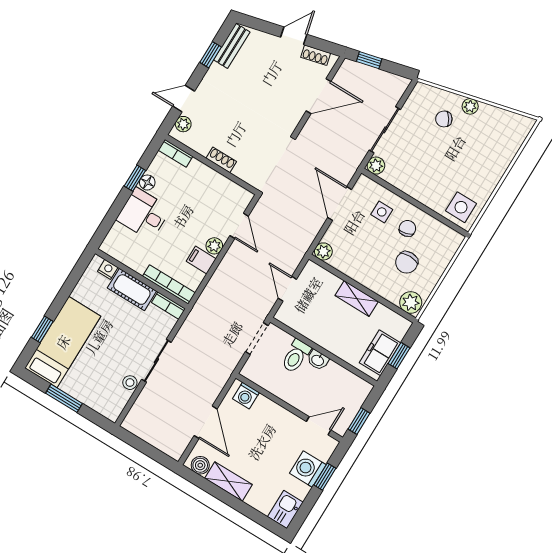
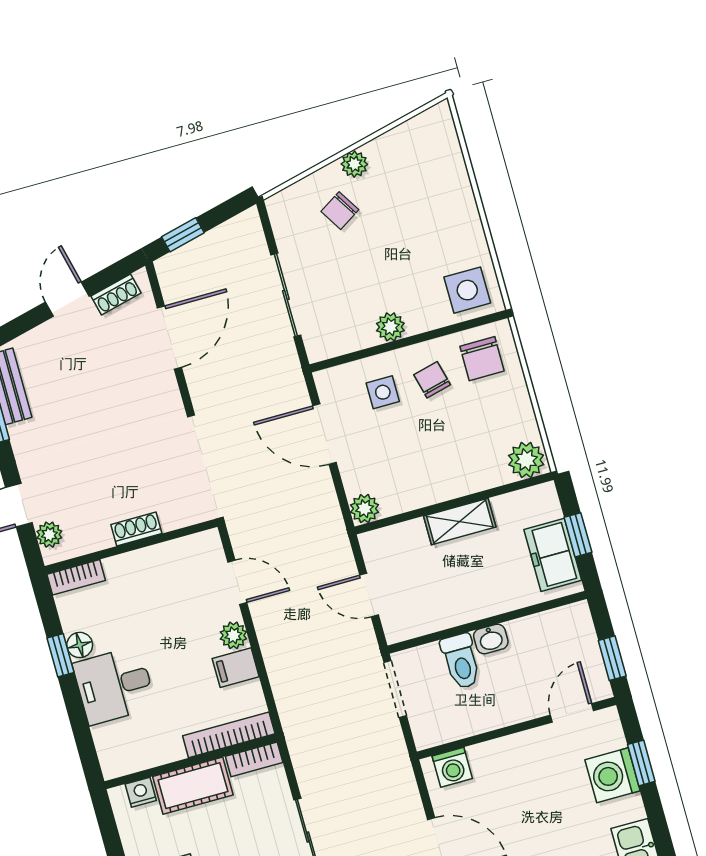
plant: (376, 166) -> (390, 327), moved
chair: (407, 262) -> (482, 359), moved

